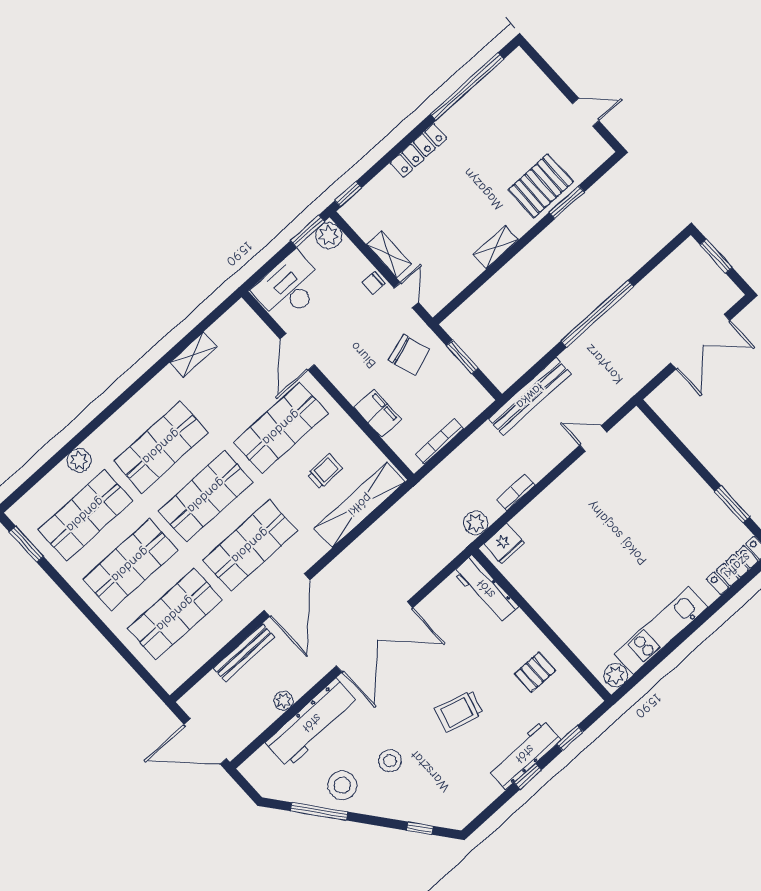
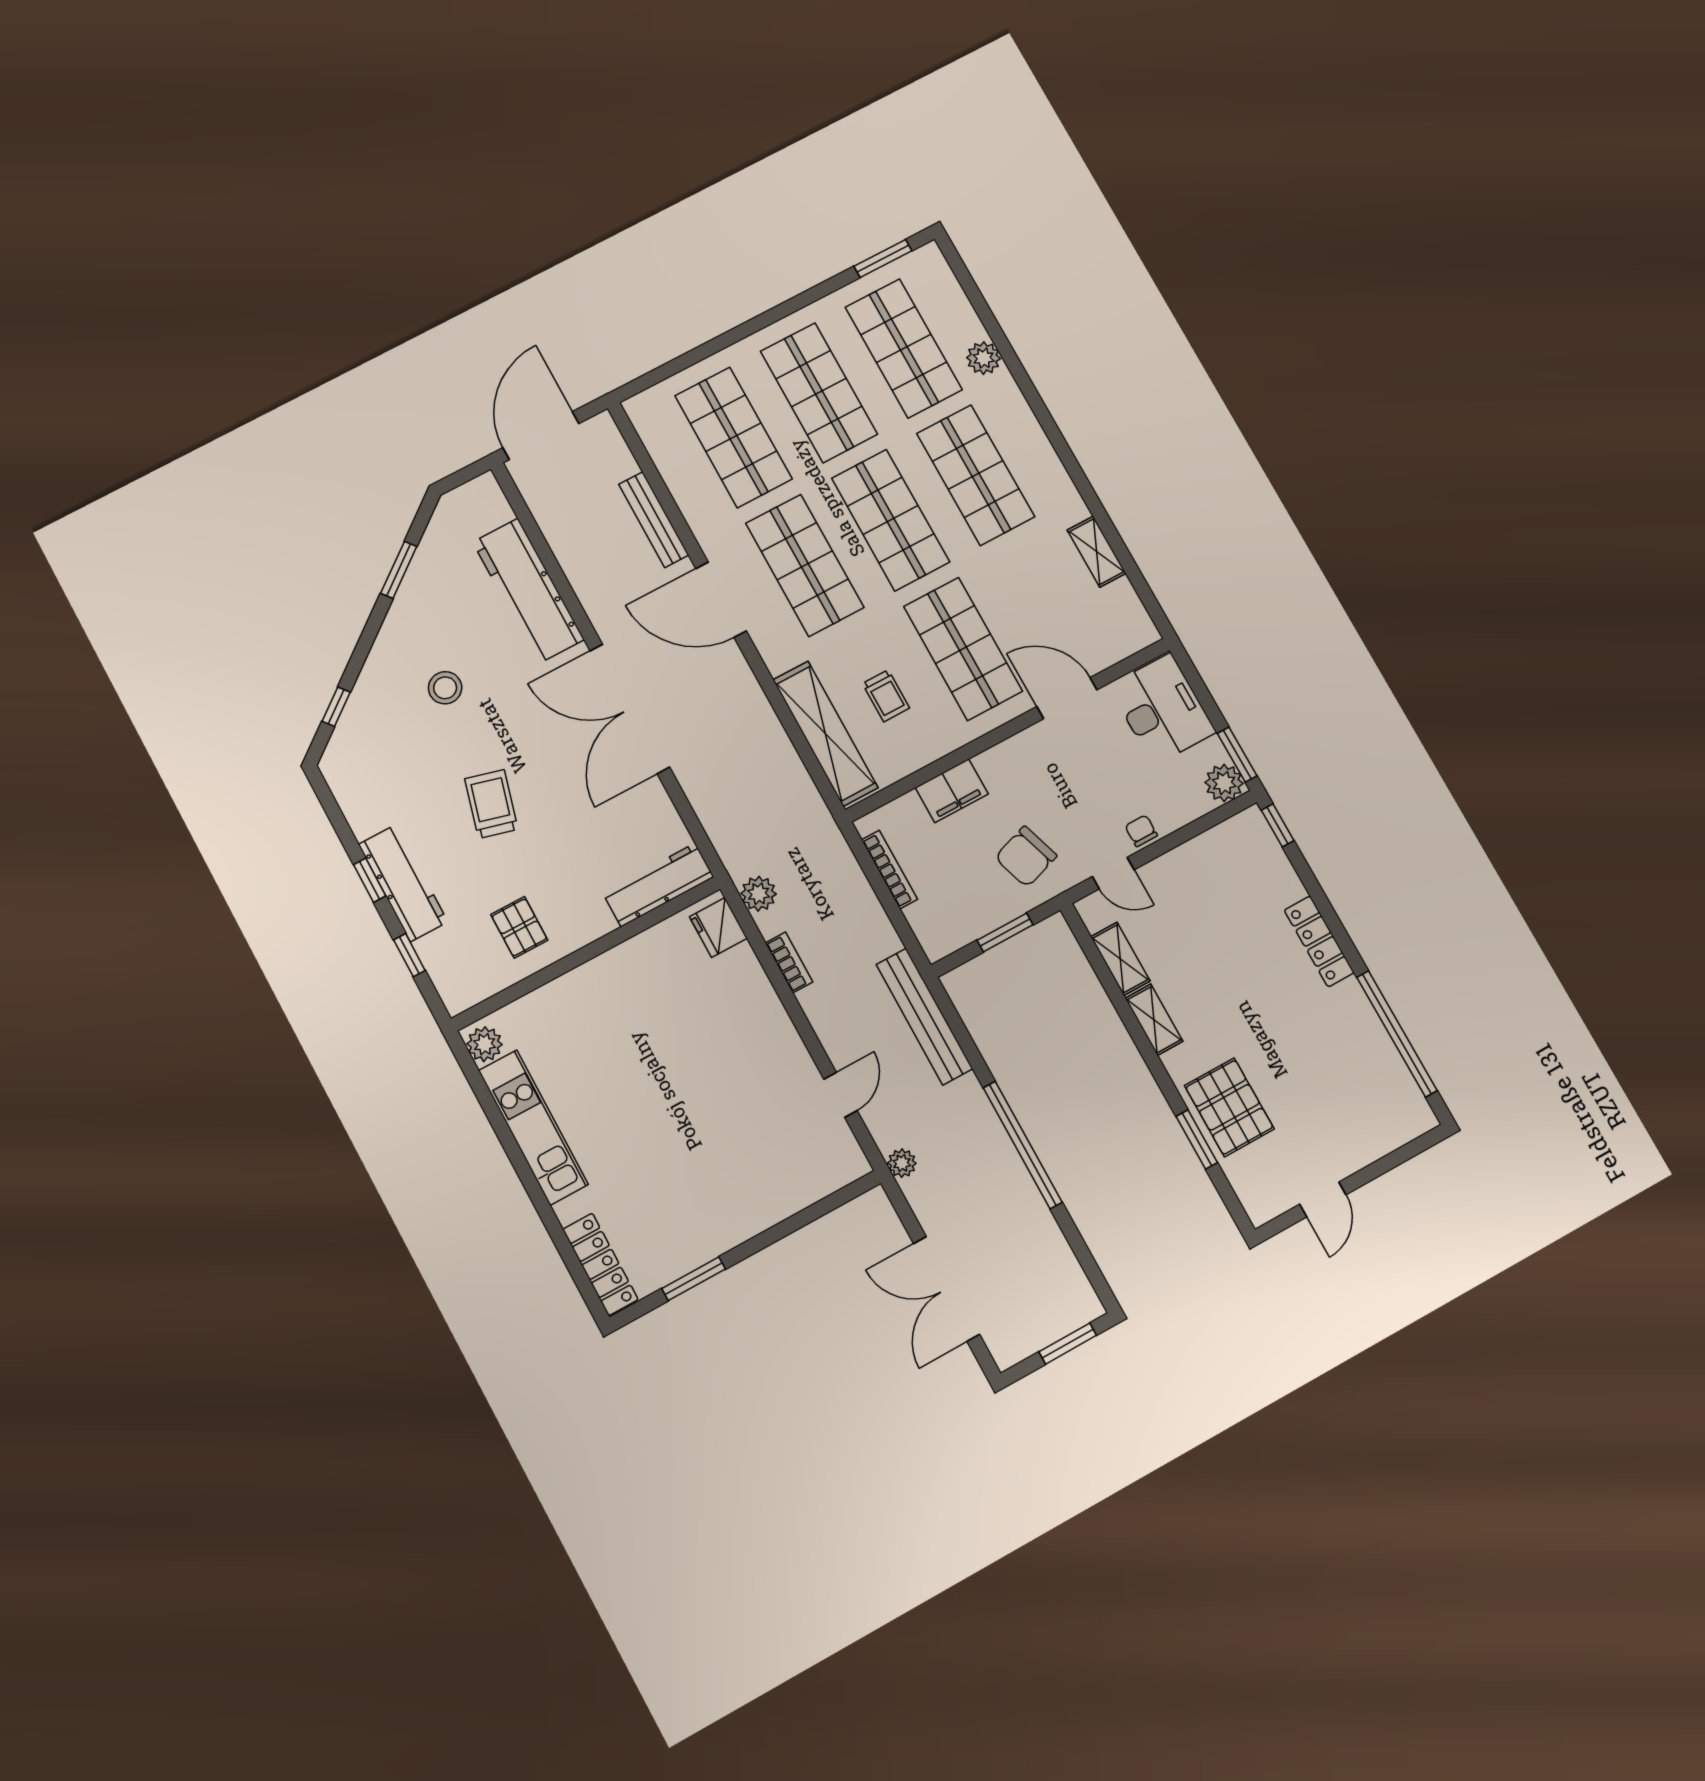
shelving: (389, 254) -> (1120, 959), moved, turned 90
plant: (283, 701) -> (902, 1163), moved
stool: (342, 785) -> (428, 612), removed
window: (319, 811) -> (399, 570), width x0.69

